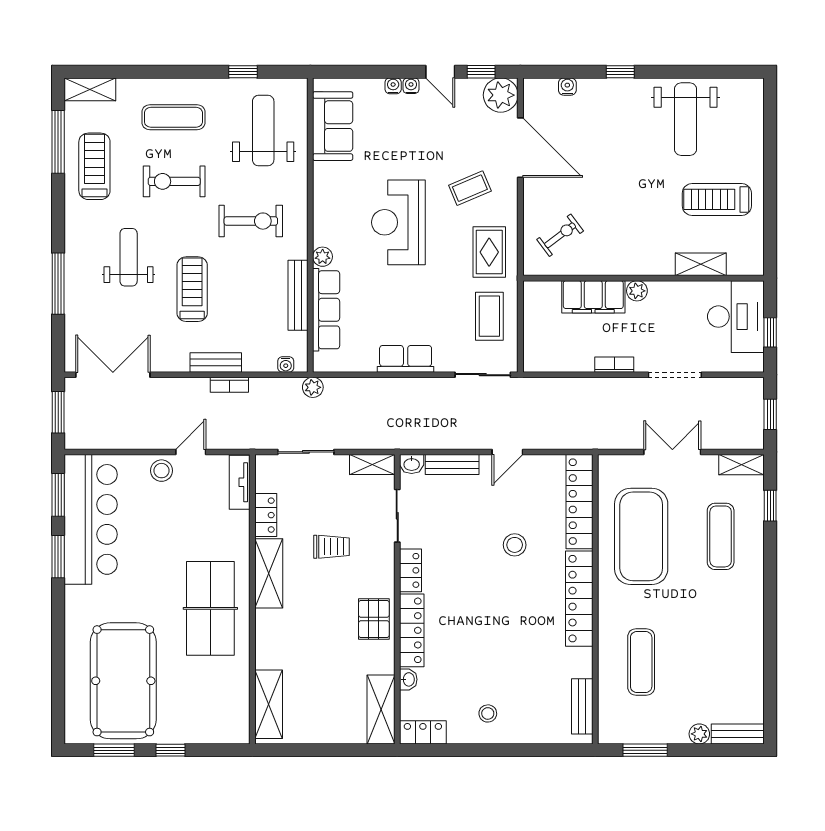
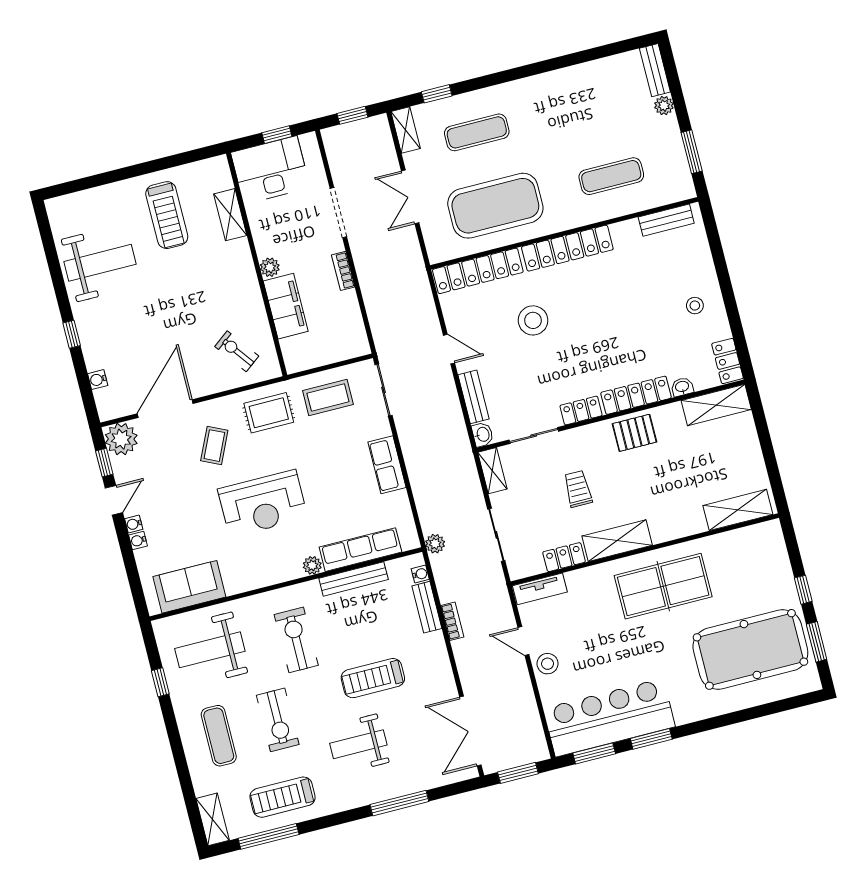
coffee table: (470, 188) -> (214, 446), turned 48
bench: (216, 362) -> (427, 607), moved
stool: (515, 545) -> (533, 320), width x1.38, depth x1.38

